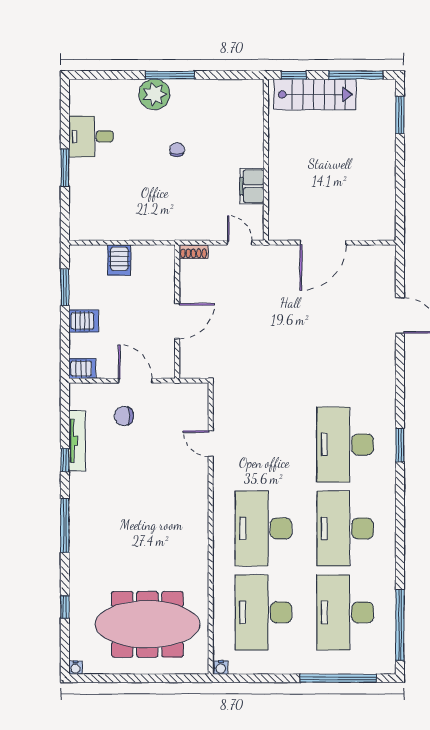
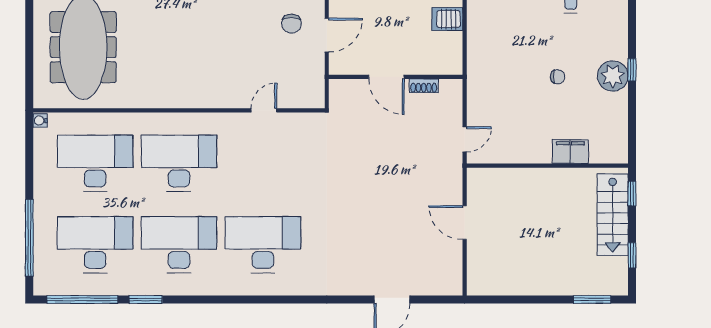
window: (170, 75) -> (632, 70), width x0.46
window: (356, 75) -> (632, 255), width x0.46
plant: (154, 94) -> (613, 76), moved
filing cabinet: (252, 186) -> (570, 152), moved
door: (323, 243) -> (465, 223), width x0.73
shoe rack: (194, 252) -> (424, 86), moved, turned -90
chair: (124, 416) -> (291, 24), turned 180
window: (400, 445) -> (146, 299), moved

